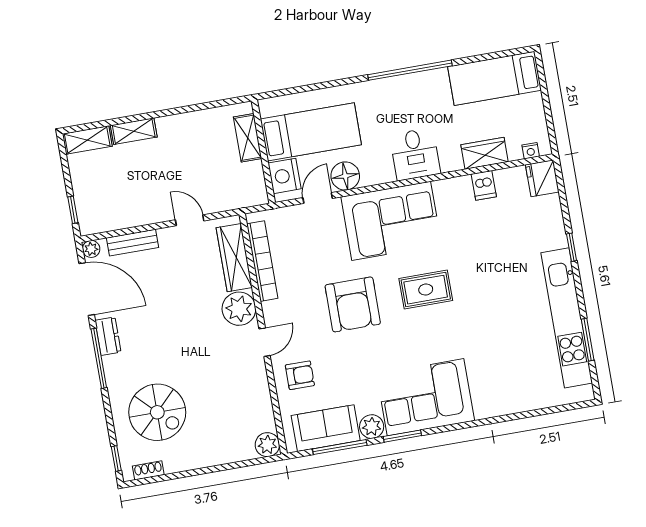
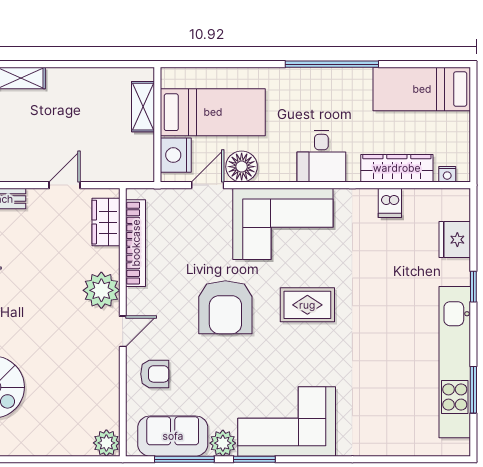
wardrobe: (485, 153) -> (397, 168), width x1.50
fridge: (542, 178) -> (455, 240), moved
door: (190, 220) -> (65, 185), hinge flipped
wardrobe: (234, 258) -> (106, 222), width x0.67

